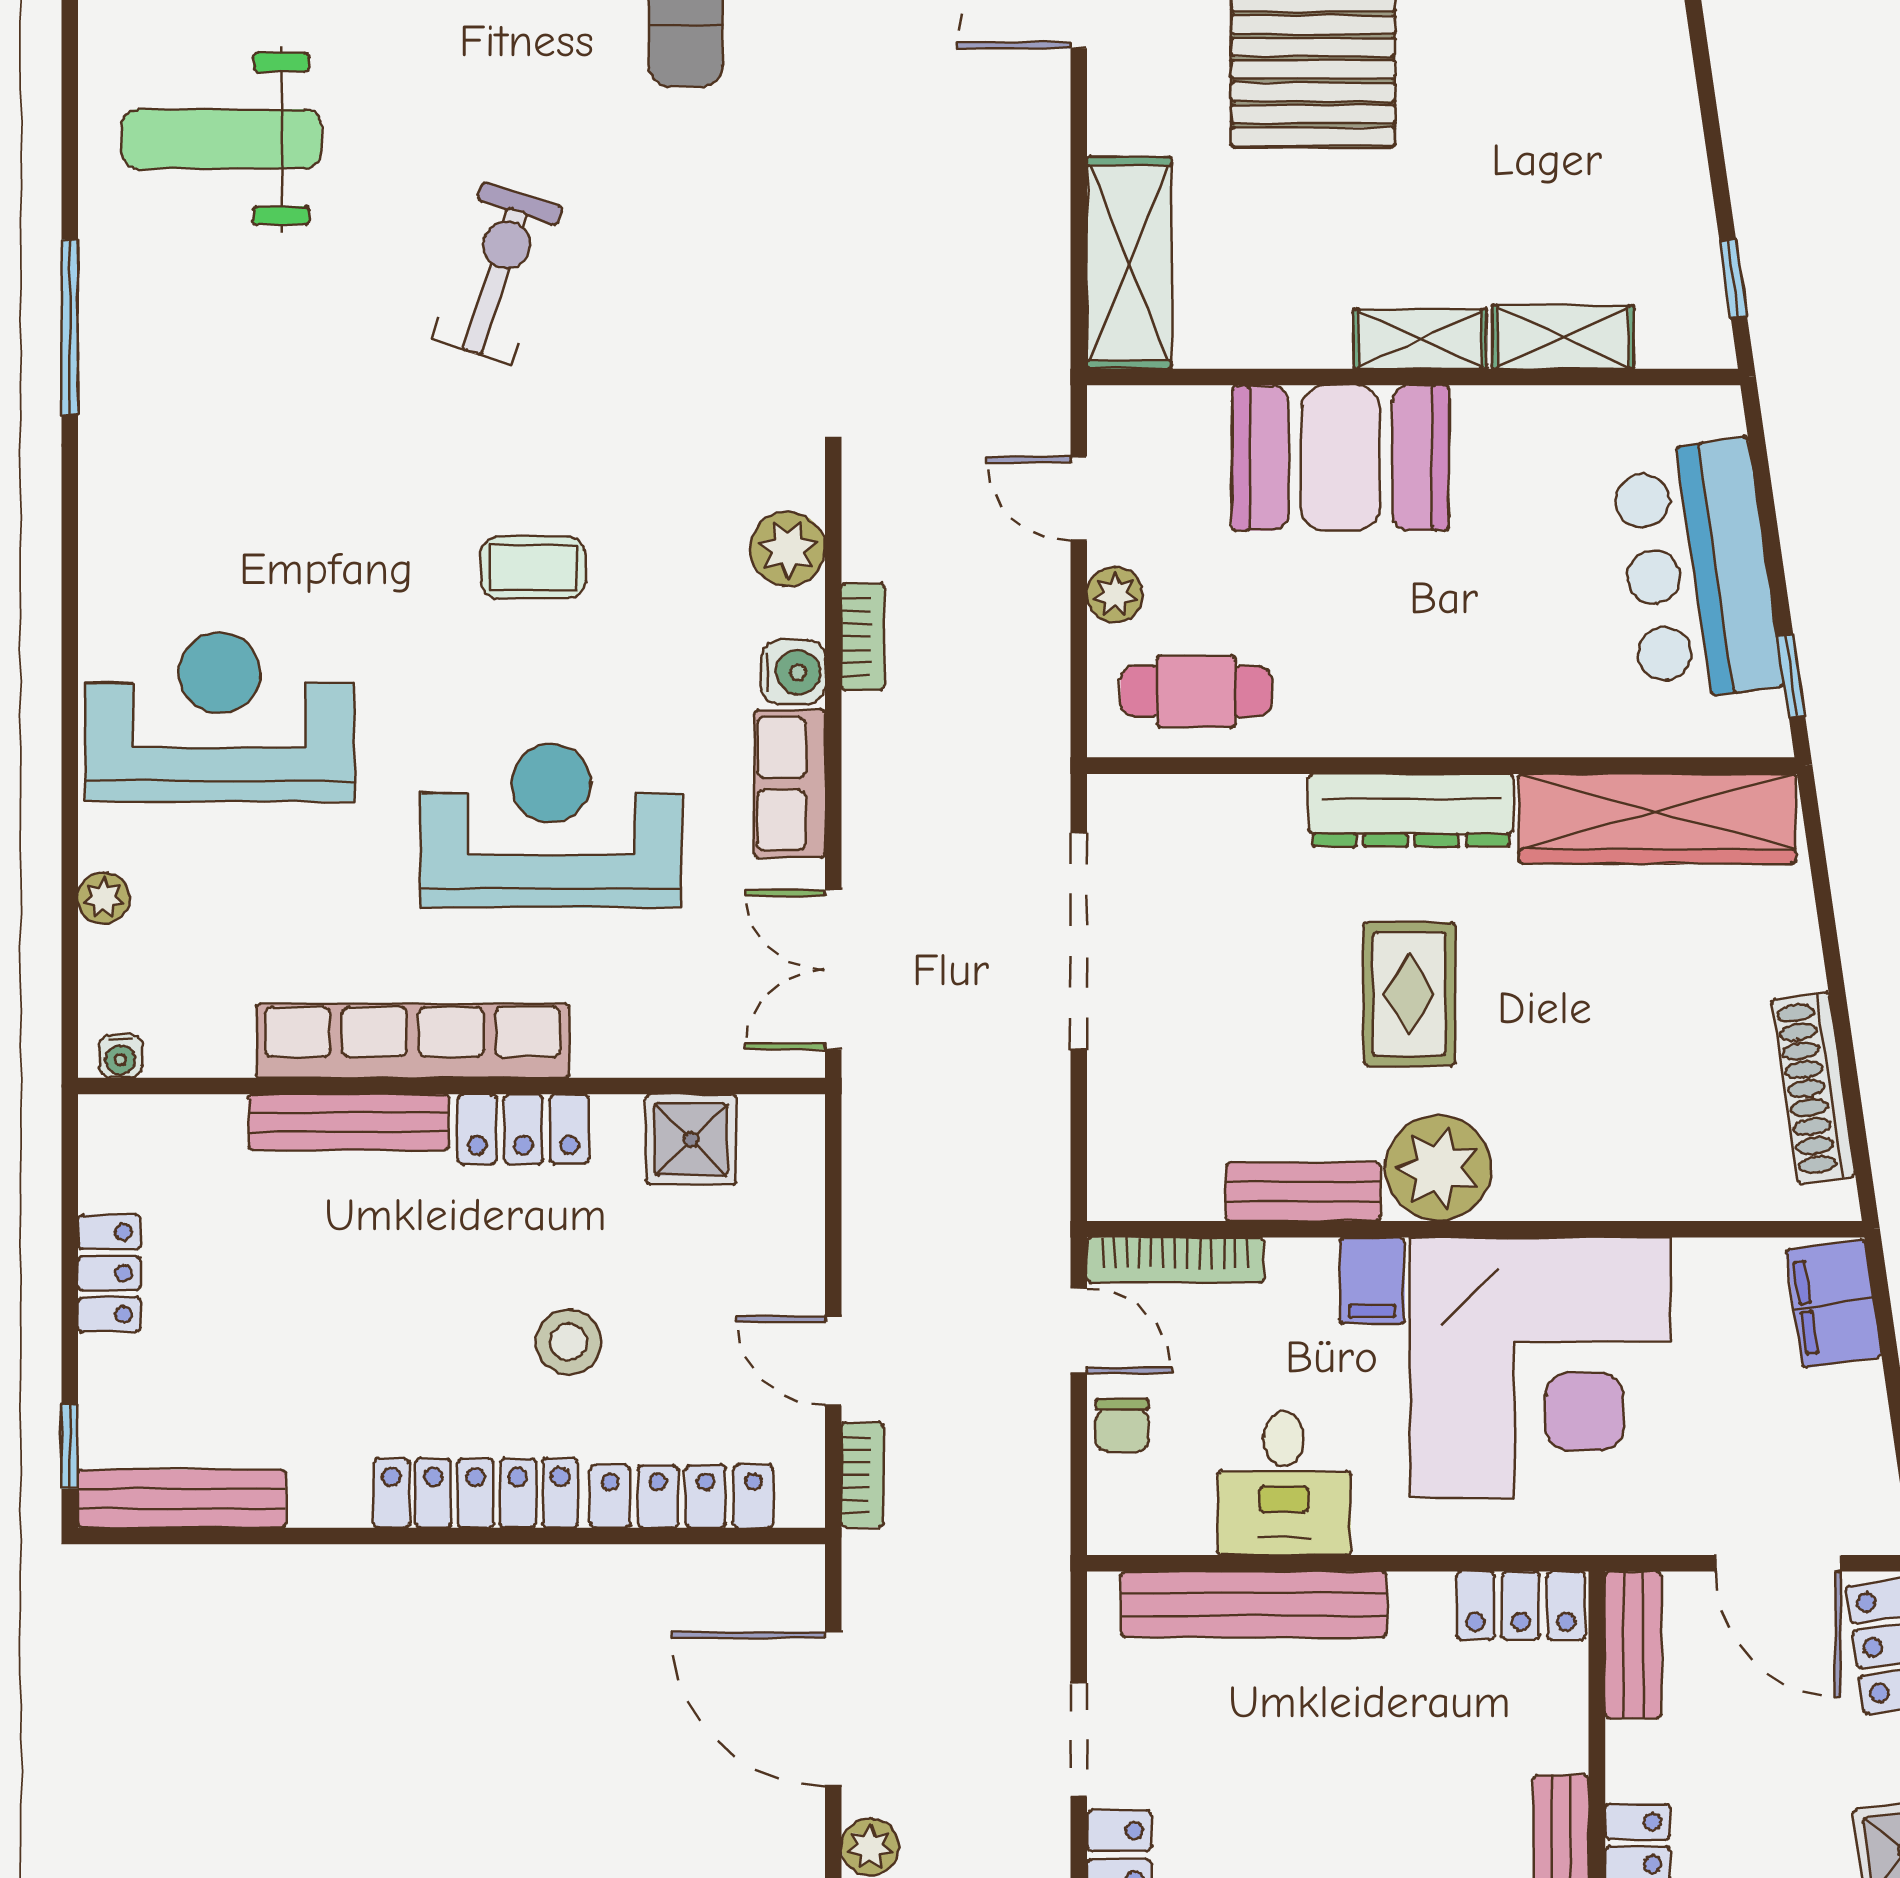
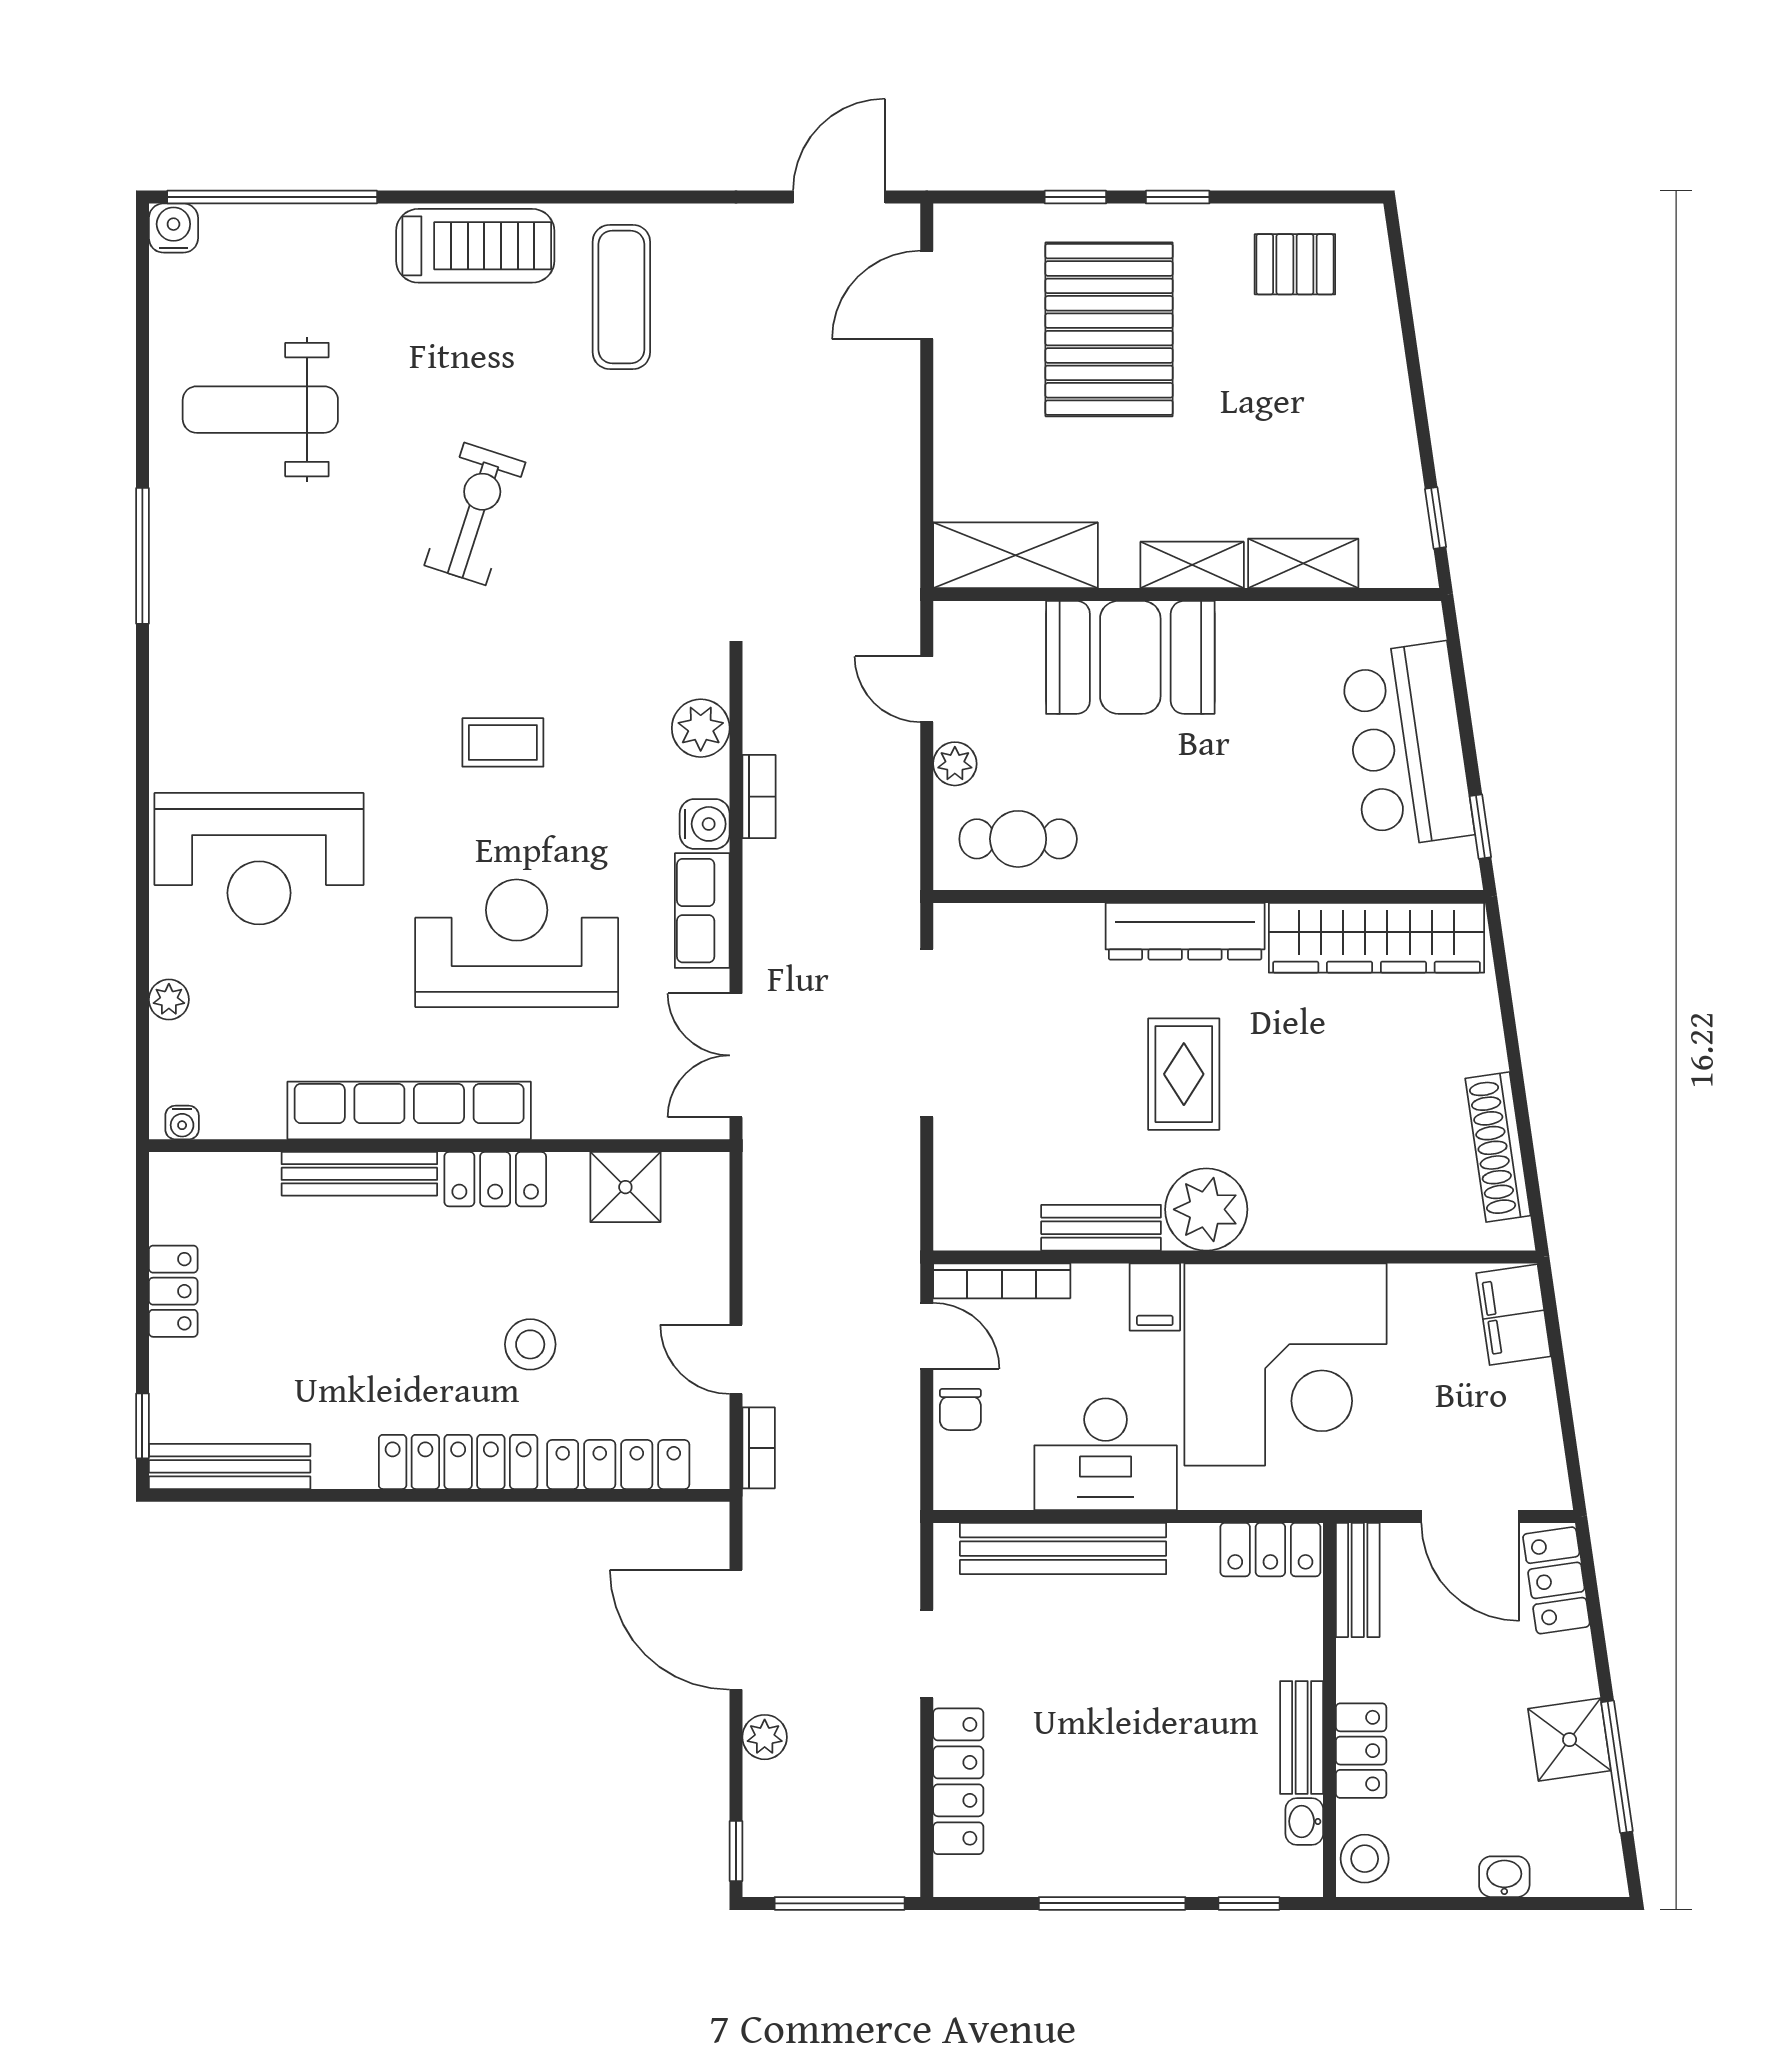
shelving: (1129, 263) -> (1015, 555), moved, turned 90
reception desk: (220, 717) -> (259, 859), turned 180
desk: (1284, 1483) -> (1106, 1454), width x1.37

